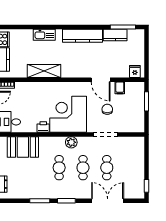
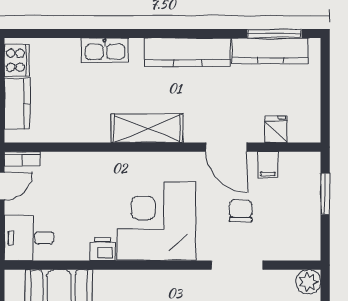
kitchen counter: (115, 35) -> (270, 51), width x1.50
shelving: (44, 71) -> (147, 128), moved
fridge: (135, 71) -> (276, 129), moved
plant: (71, 142) -> (308, 282), moved

